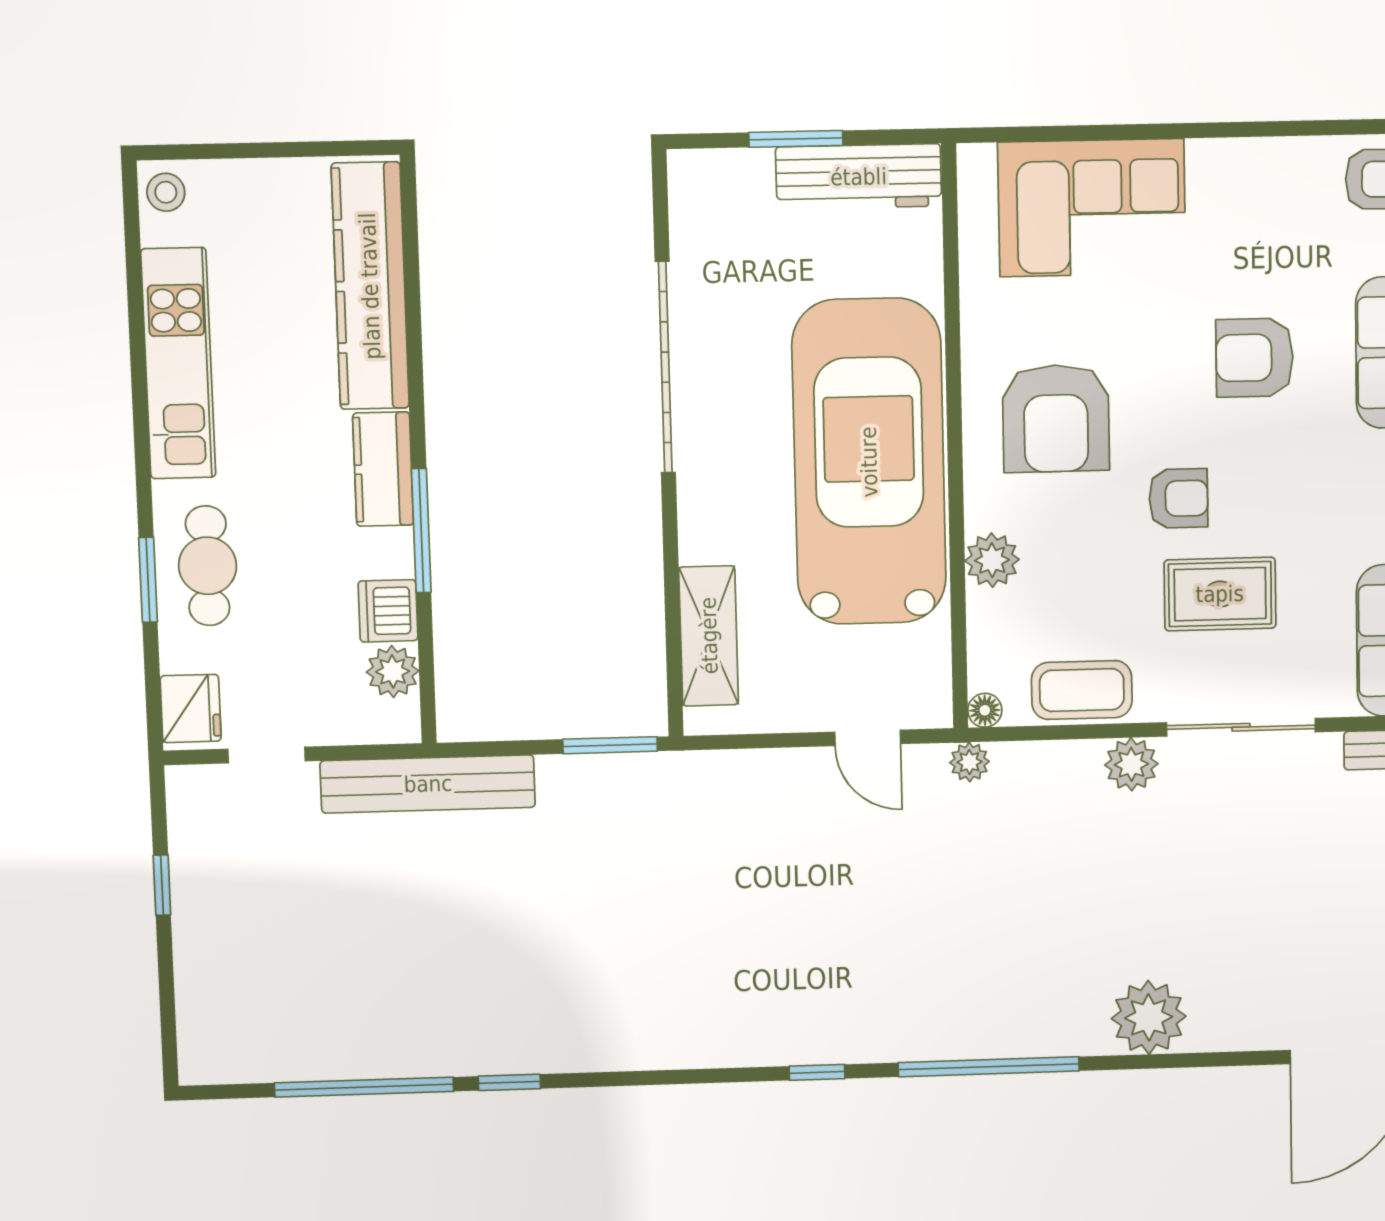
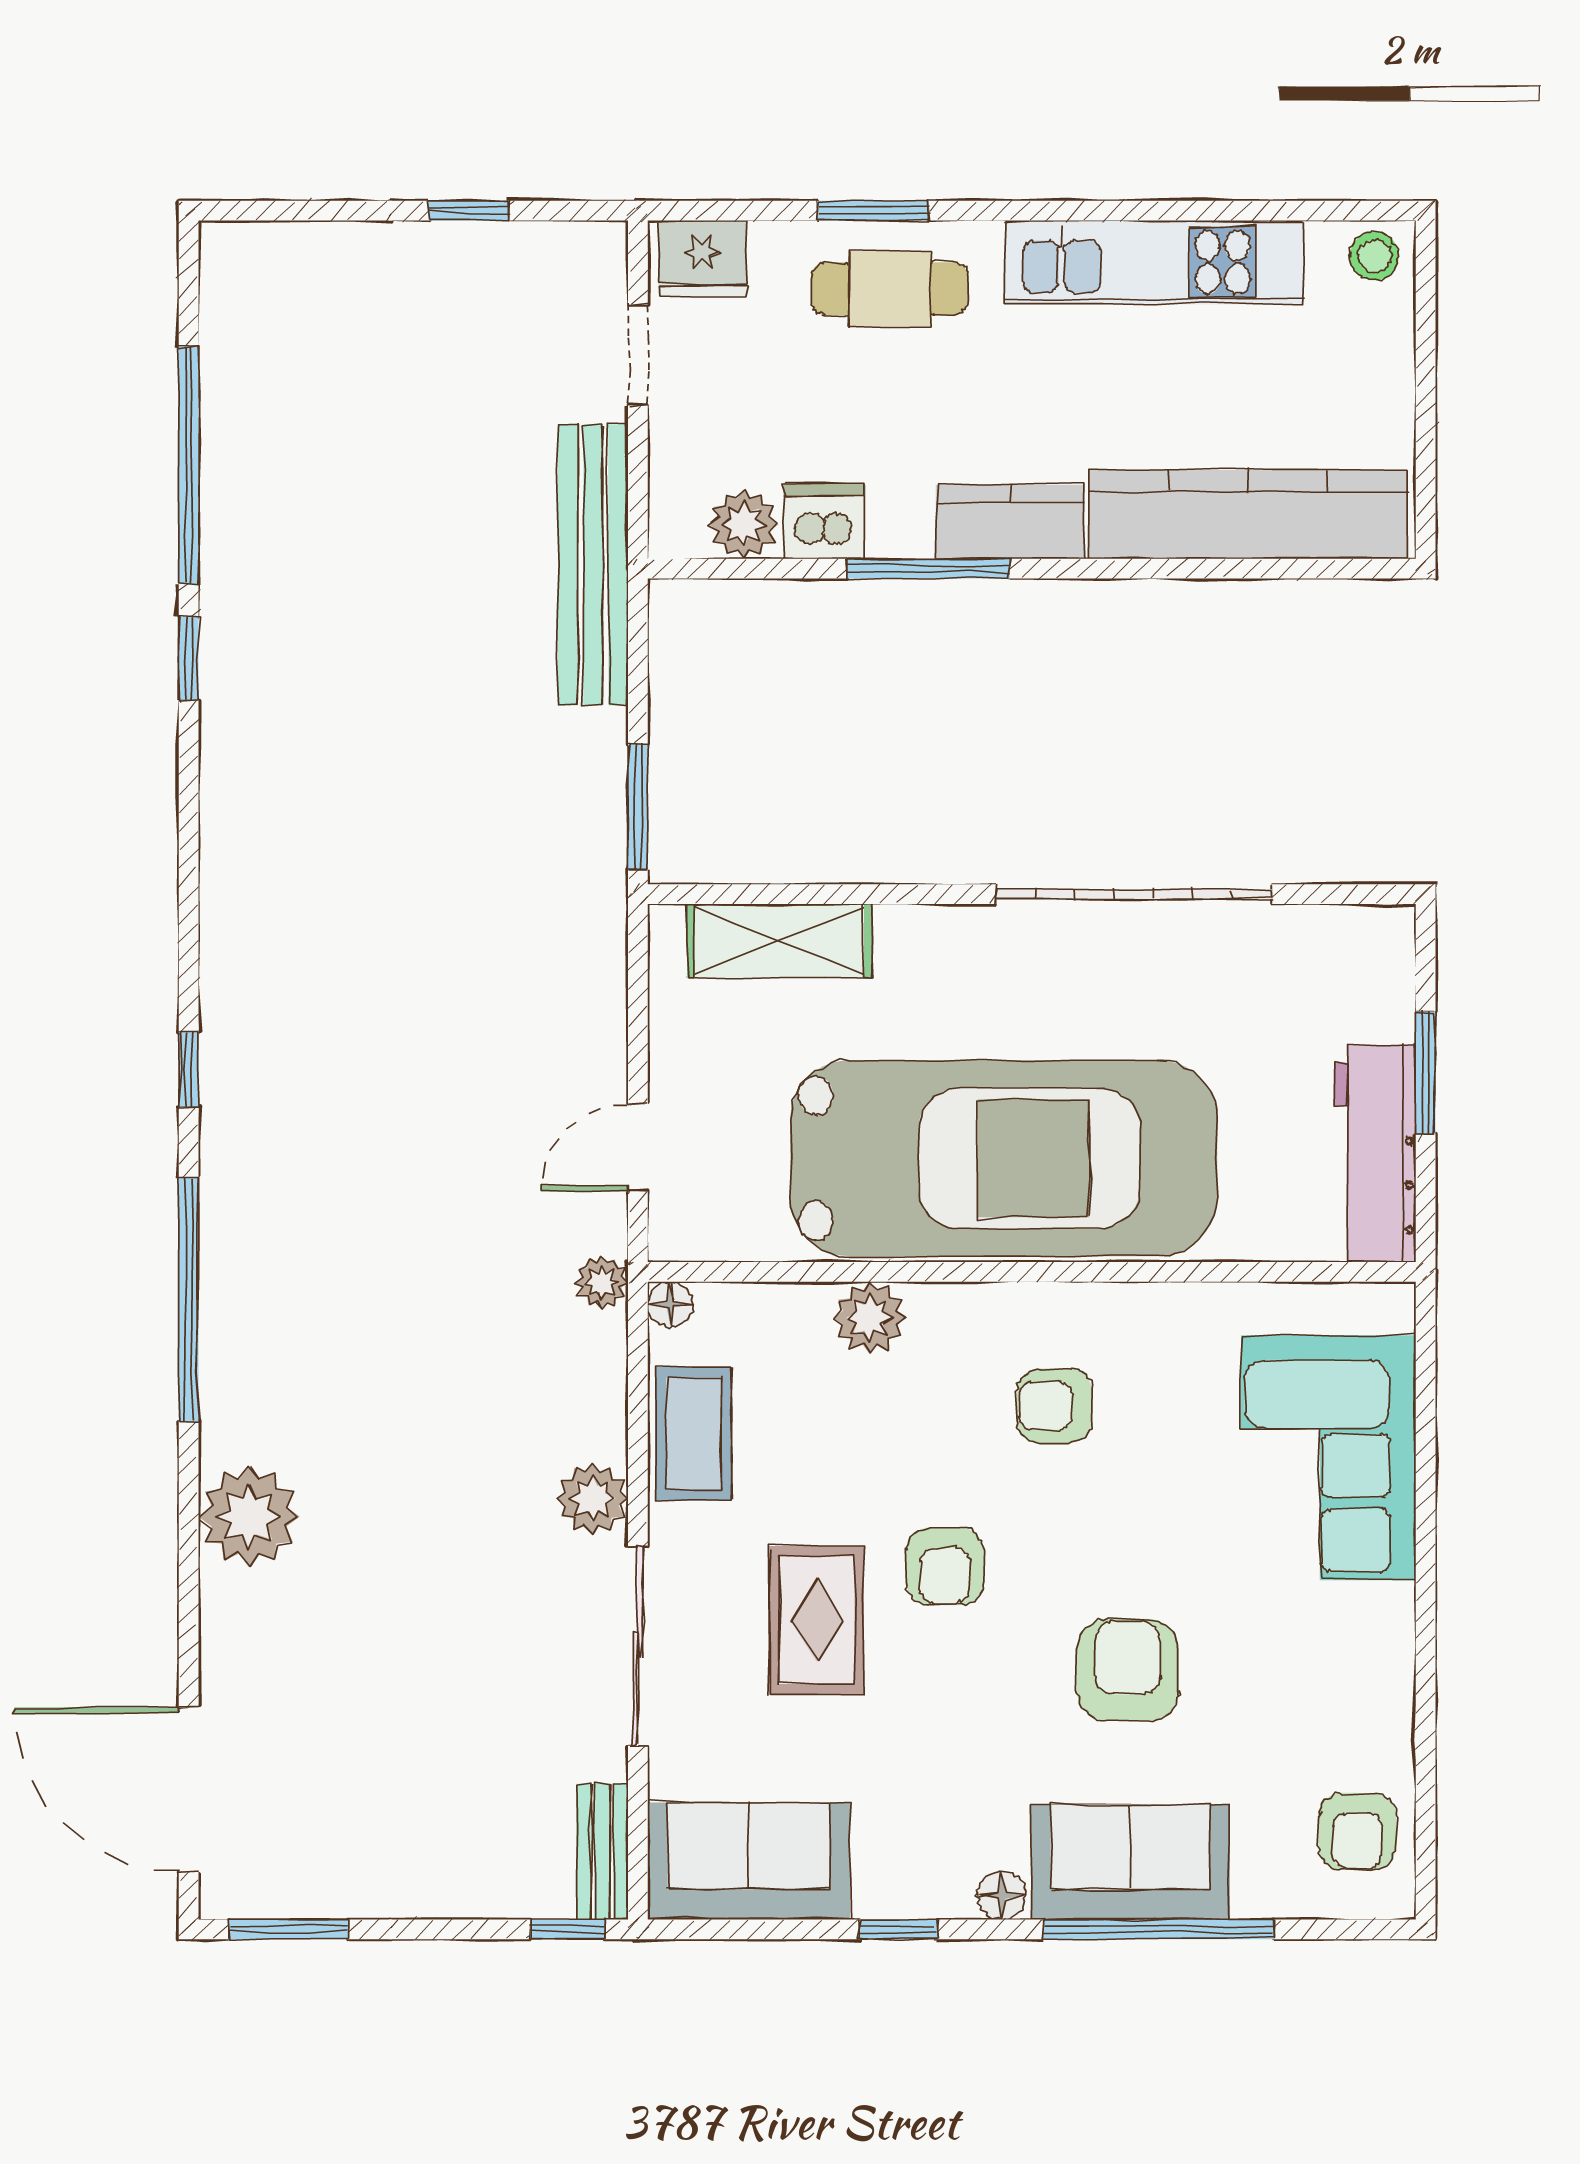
armchair: (1056, 418) -> (1054, 1406), width x0.53, depth x0.53

